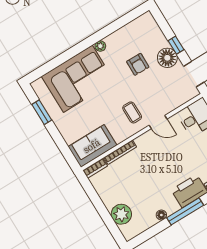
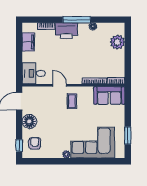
window: (176, 45) -> (19, 145), moved
armchair: (138, 64) -> (35, 143), moved

